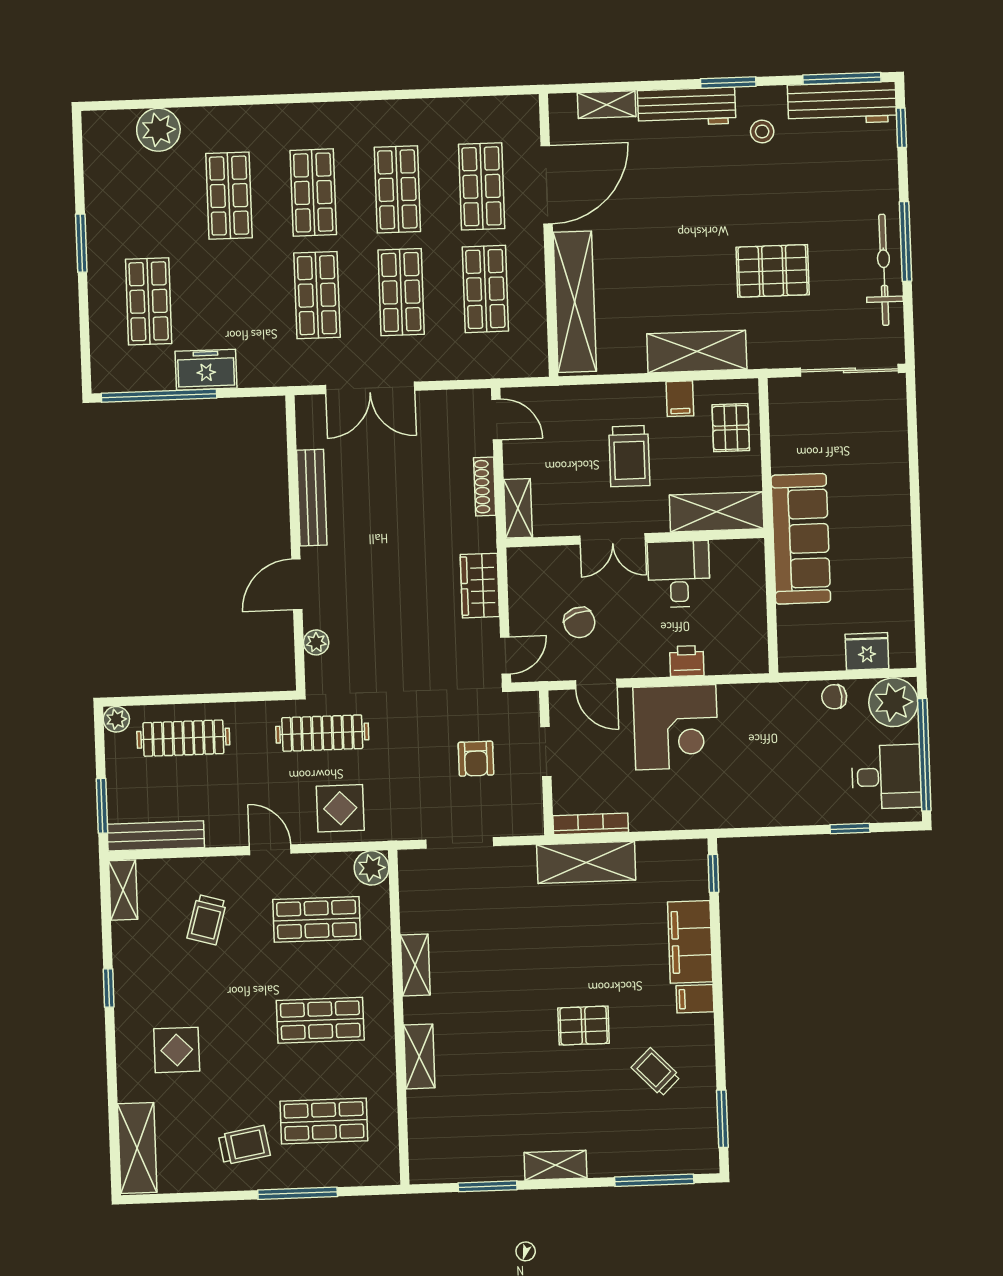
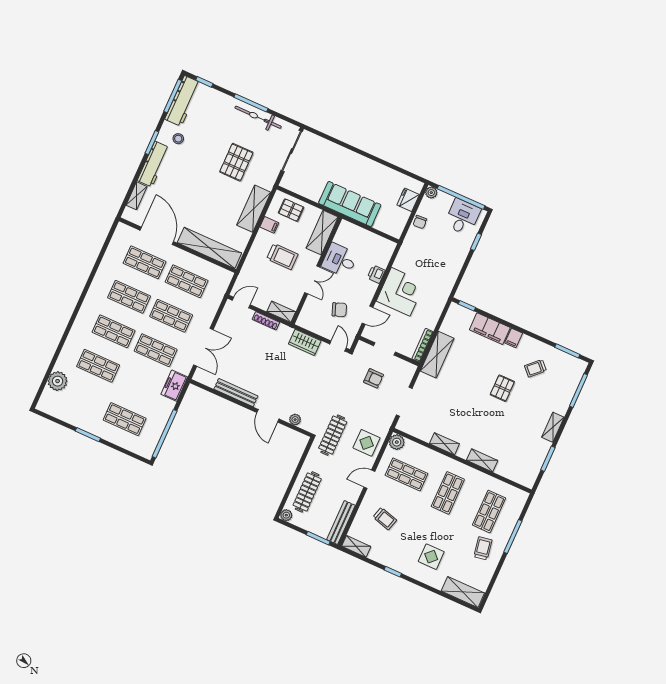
freezer: (206, 370) -> (174, 386), moved
plant: (893, 702) -> (431, 193), width x0.53, depth x0.53
shop shelf: (317, 919) -> (407, 474), turned 90

